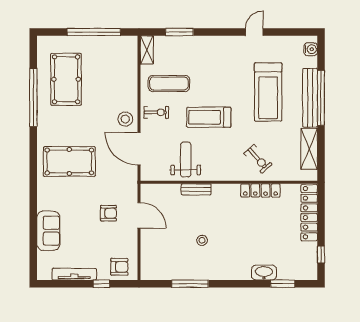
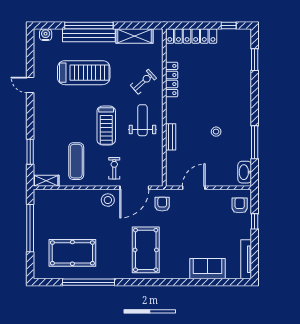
exercise bike: (156, 112) -> (114, 168), moved
weight bench: (186, 159) -> (142, 120), moved, turned 90
armchair: (108, 213) -> (162, 204), moved
washbasin: (264, 273) -> (245, 172), moved
tv unit: (74, 274) -> (246, 259), moved

